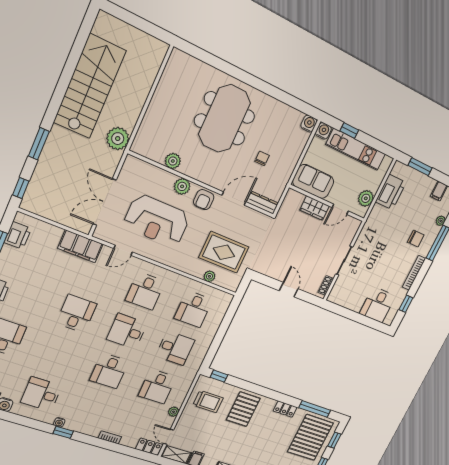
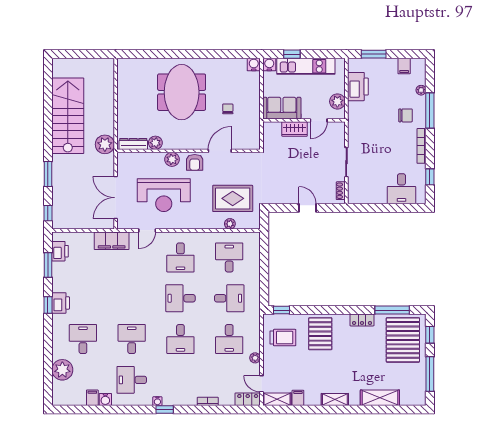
dresser: (262, 203) -> (133, 144), moved
desk: (193, 309) -> (229, 257), turned 180
desk: (76, 314) -> (132, 339), moved

